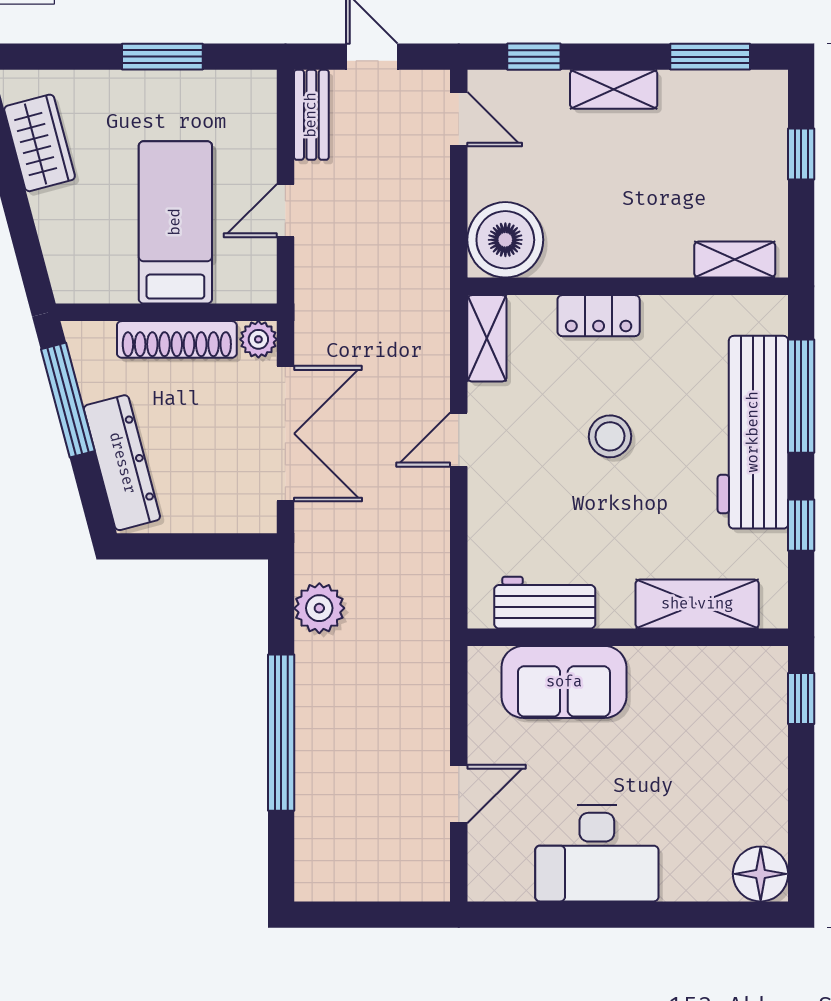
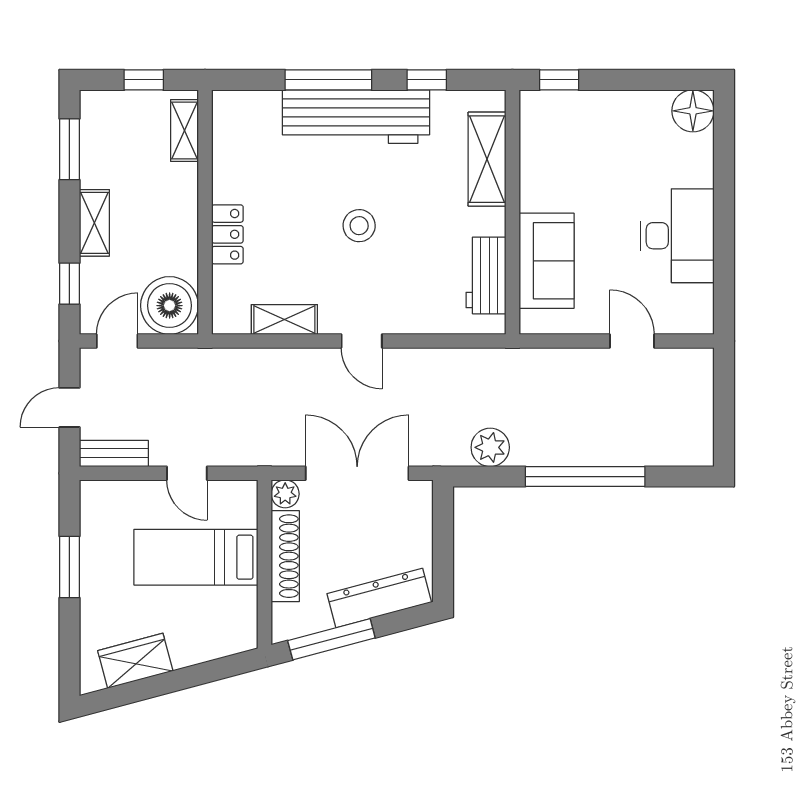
boiler: (505, 240) -> (170, 306), moved
shelving: (735, 259) -> (185, 130), moved
wall: (628, 286) -> (205, 212), moved
locker: (599, 316) -> (227, 234), moved

